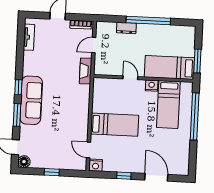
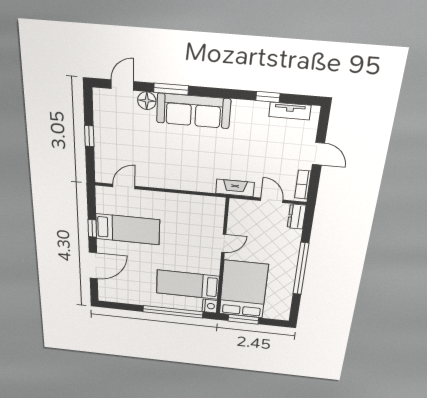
dresser: (126, 28) -> (297, 217), moved
bed: (169, 67) -> (243, 289), width x1.50
nightstand: (152, 86) -> (210, 306), moved
window: (18, 87) -> (268, 97), moved
bed: (115, 125) -> (128, 229), moved, turned -90
floor lamp: (24, 162) -> (147, 101), moved
nightstand: (96, 165) -> (104, 194), removed

